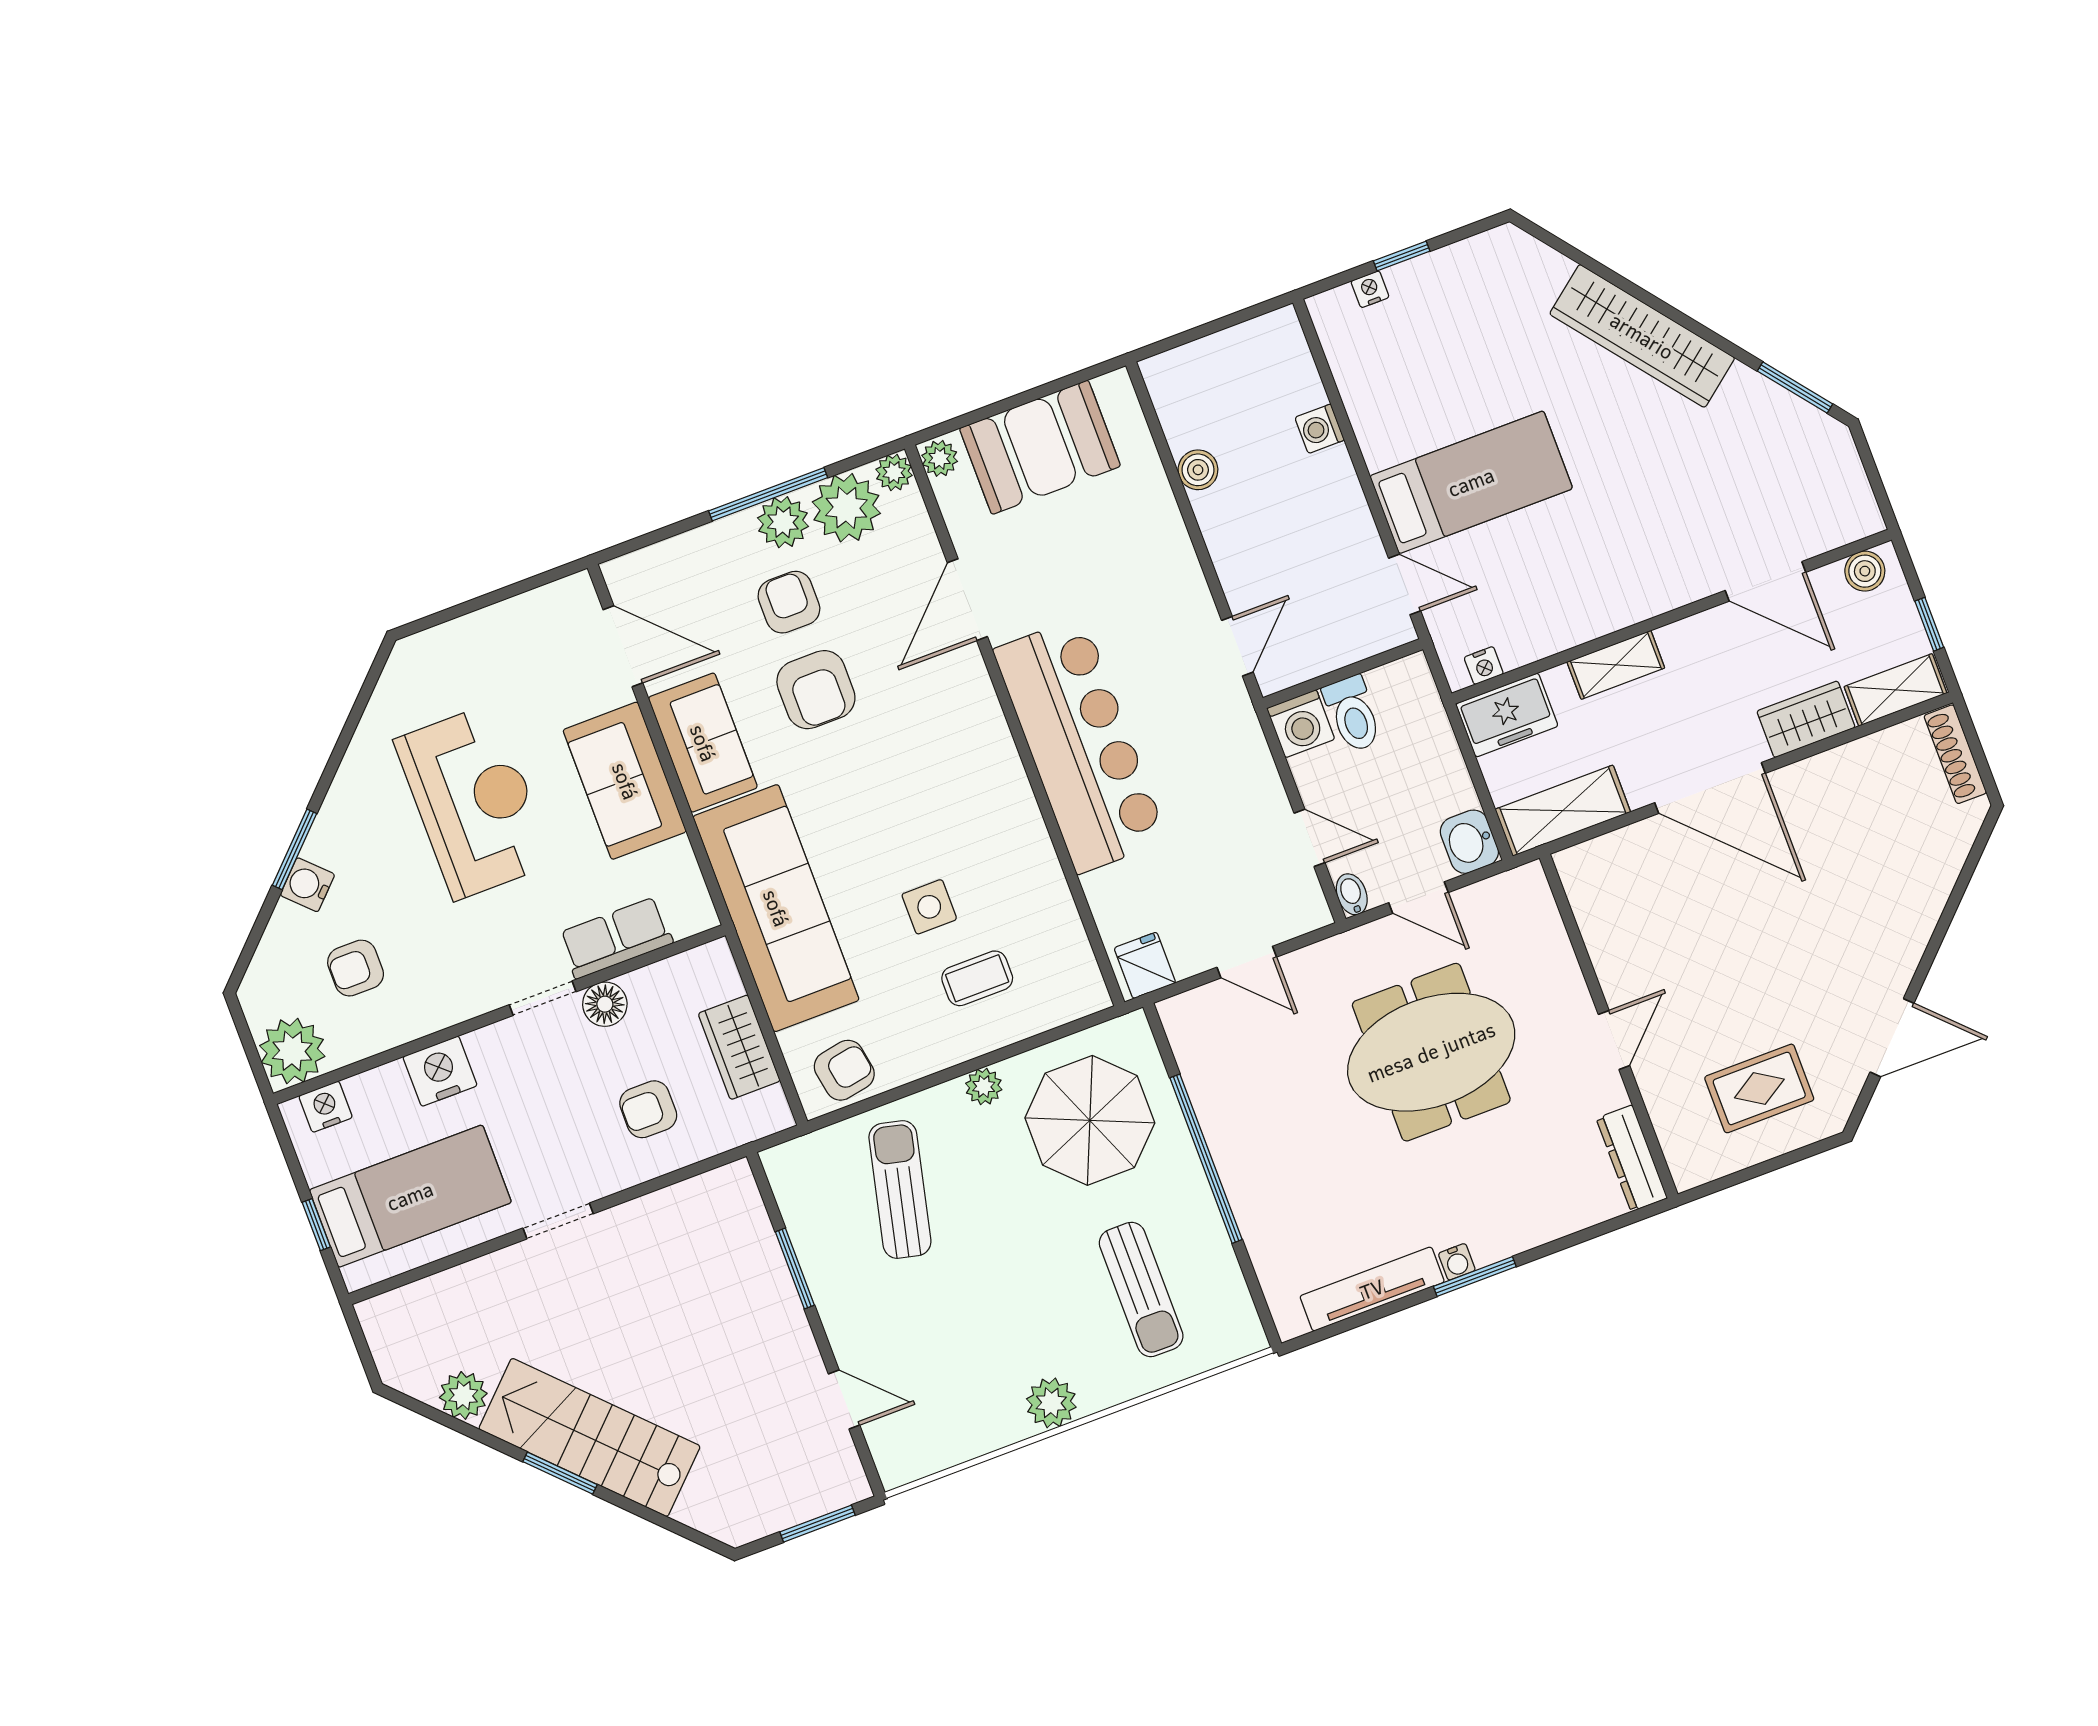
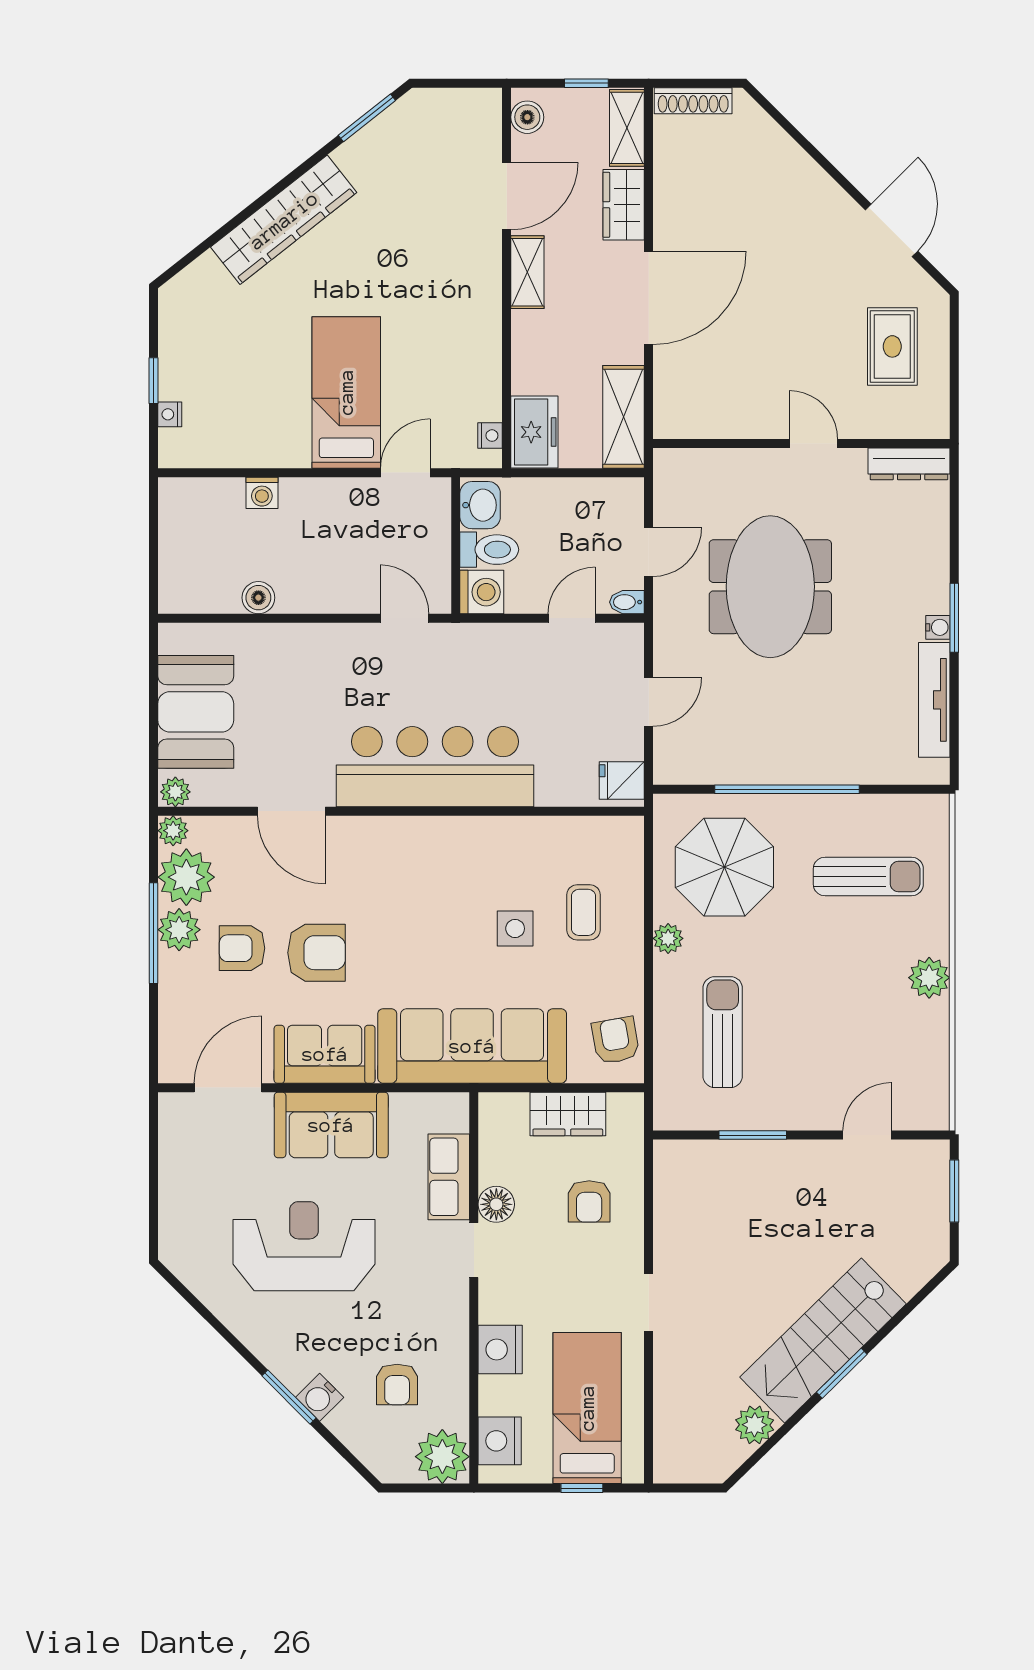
shelving: (1616, 665) -> (527, 272), moved
washbasin: (1469, 842) -> (480, 505), moved, turned -90
nightstand: (326, 1107) -> (500, 1441), width x1.36, depth x1.33
sun lounger: (900, 1190) -> (723, 1032), turned 77

